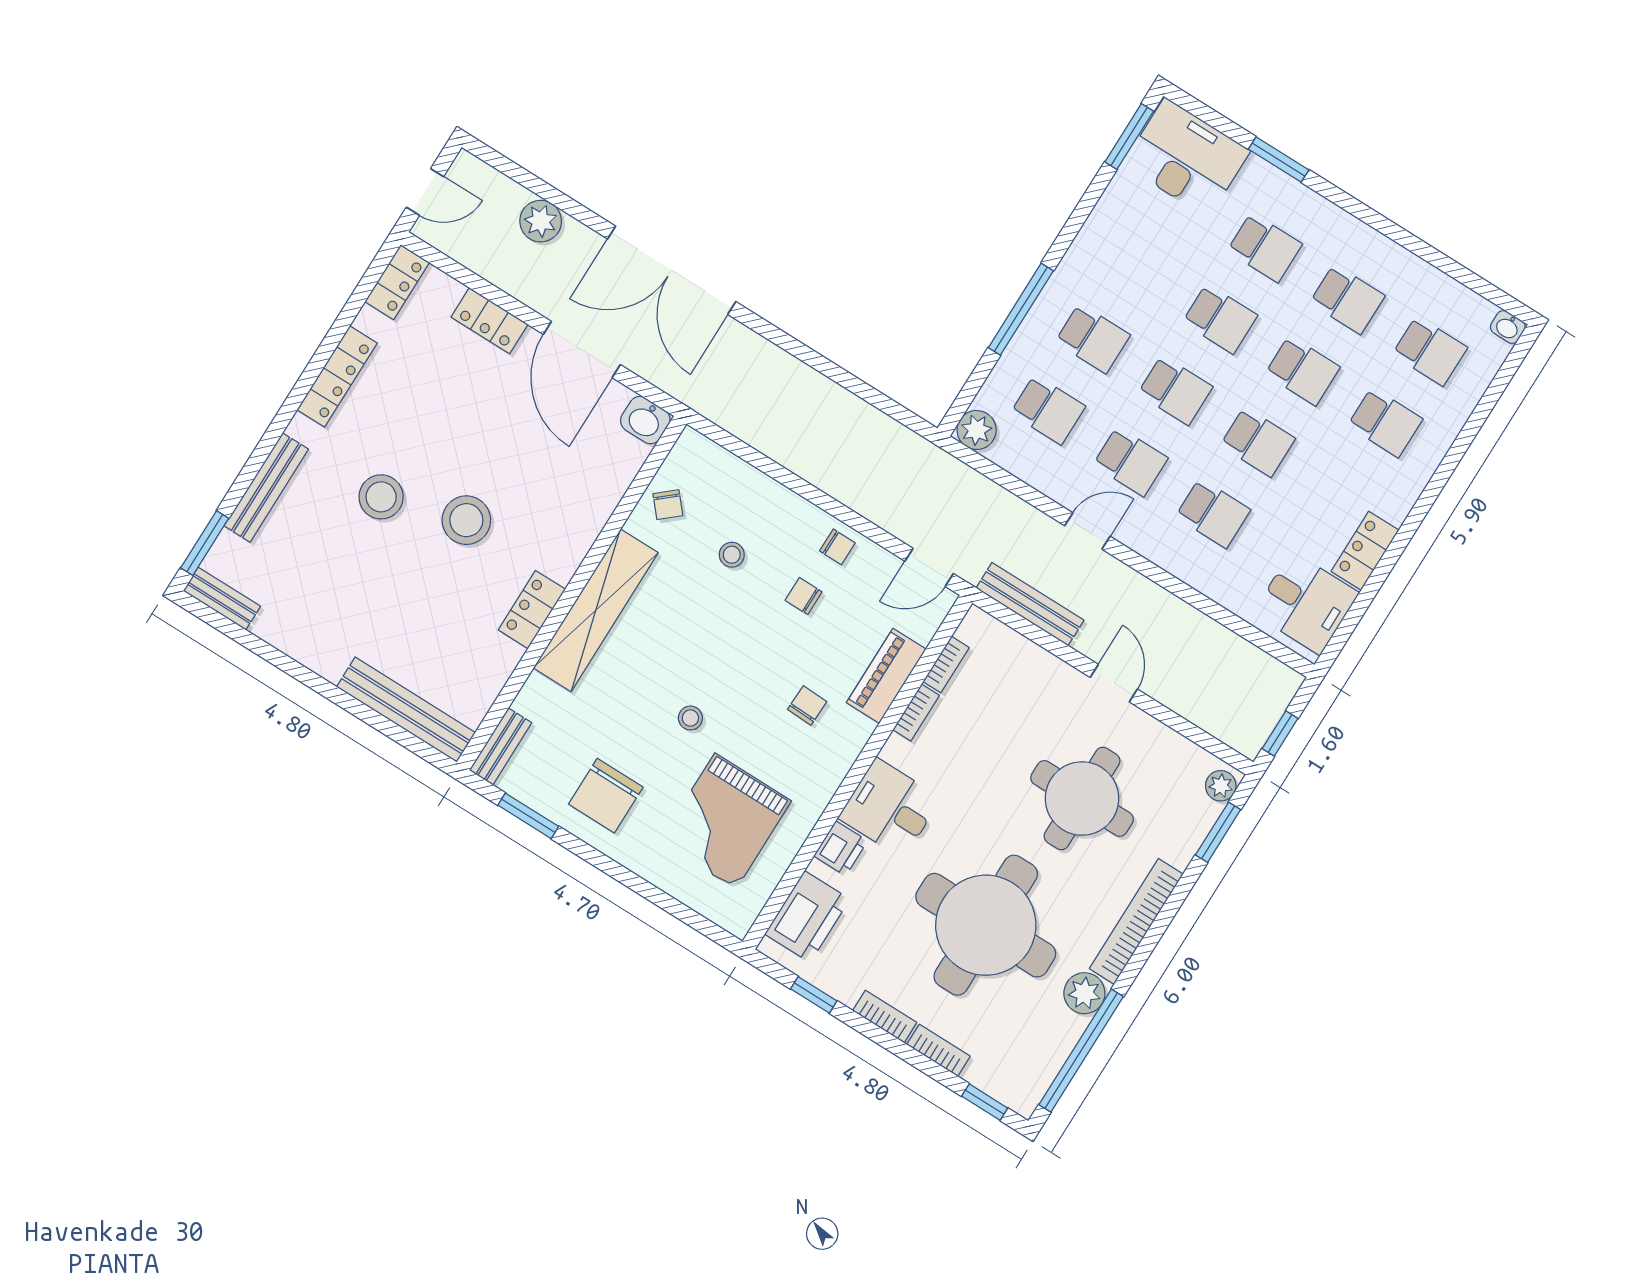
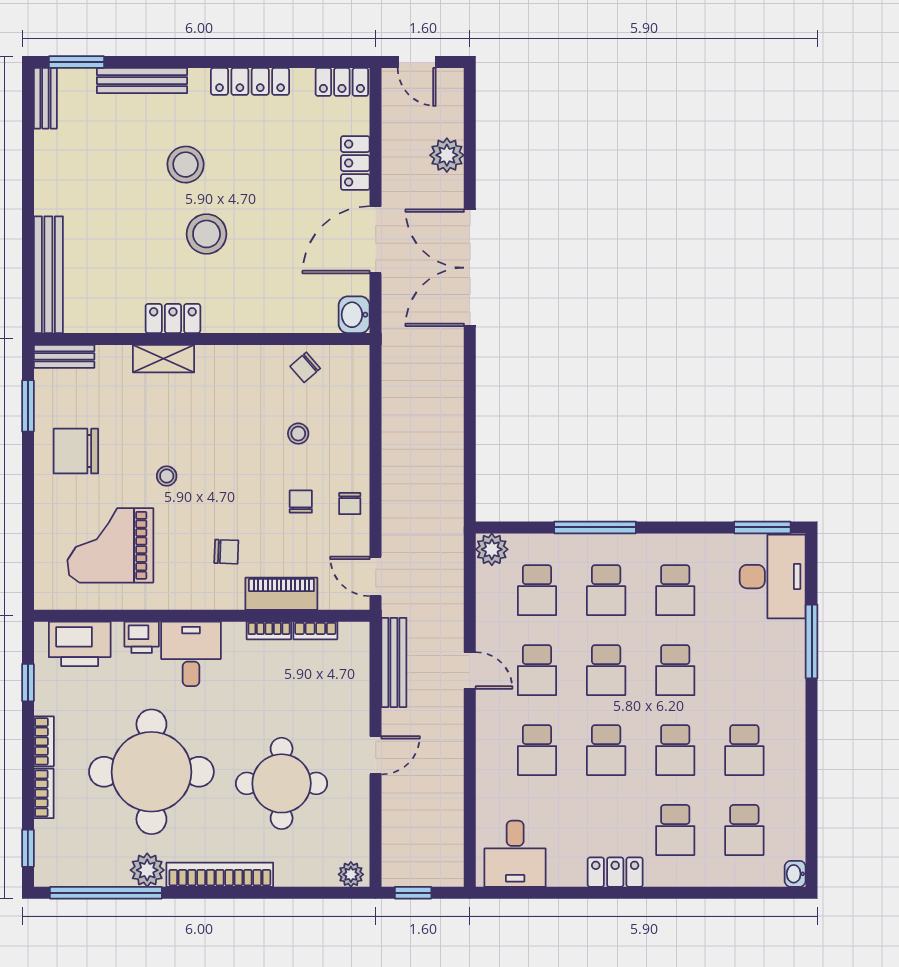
window: (1279, 160) -> (812, 641), width x1.44
school desk: (1265, 247) -> (675, 590), moved
locker: (1365, 551) -> (615, 872), moved
shelving: (596, 610) -> (164, 359), width x0.45, depth x0.75
window: (1218, 832) -> (317, 893), removed

